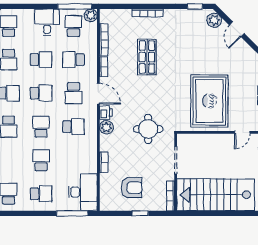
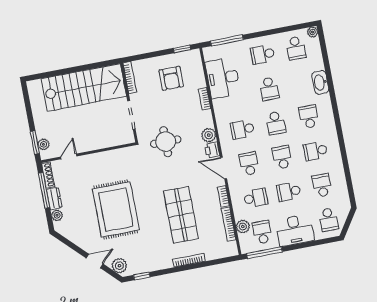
plant: (91, 15) -> (243, 226), moved
desk: (47, 22) -> (295, 230), width x1.37
school desk: (73, 26) -> (262, 232), turned 180
door: (237, 29) -> (95, 261), hinge flipped
shop shelf: (147, 57) -> (181, 215), width x1.43, depth x1.36
school desk: (41, 93) -> (282, 157), turned 90
rug: (209, 101) -> (116, 209), moved
armchair: (132, 188) -> (171, 78), turned -90
desk: (83, 192) -> (223, 78), moved
window: (140, 213) -> (182, 49), moved

